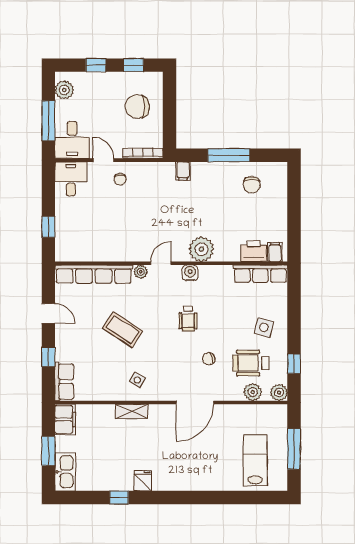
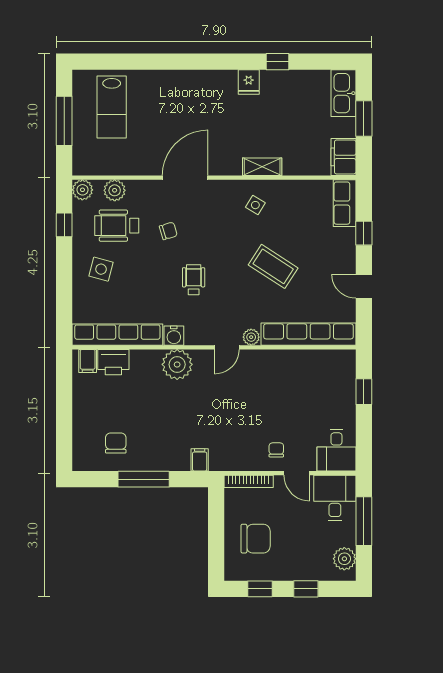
water cooler: (190, 273) -> (174, 336), moved
row of seats: (260, 274) -> (117, 335), width x1.36
wheelchair: (251, 363) -> (117, 226), turned 180

